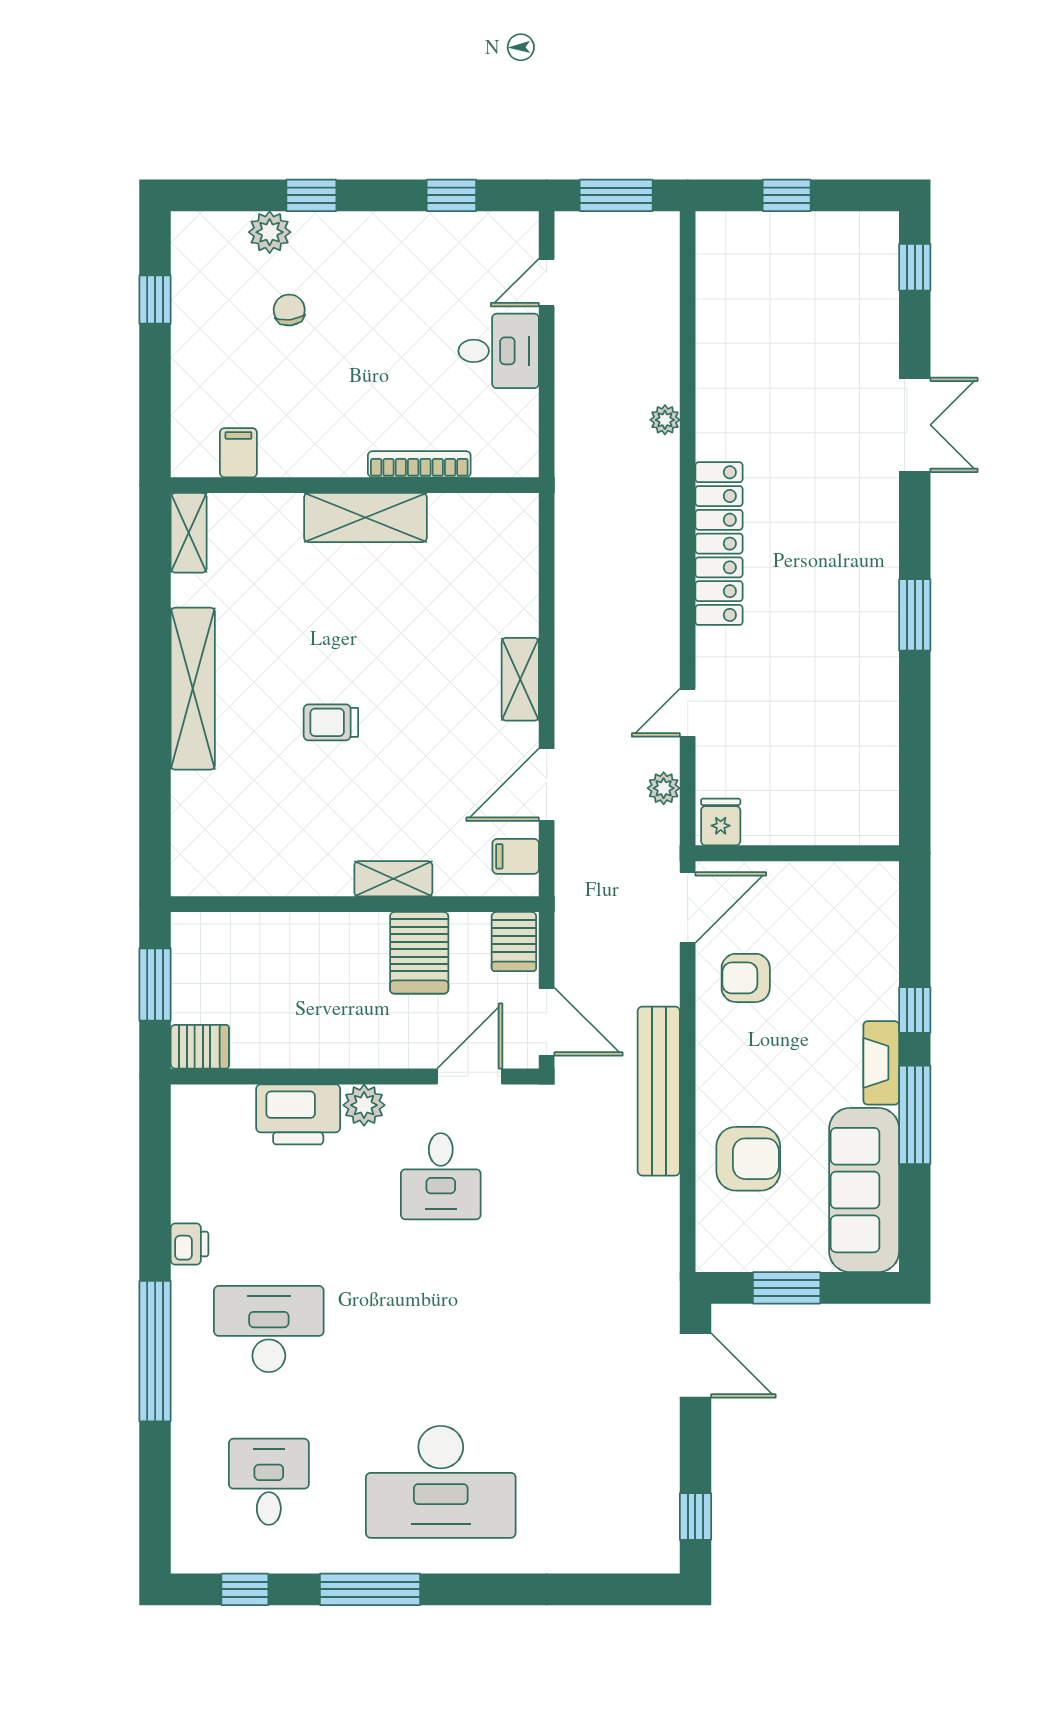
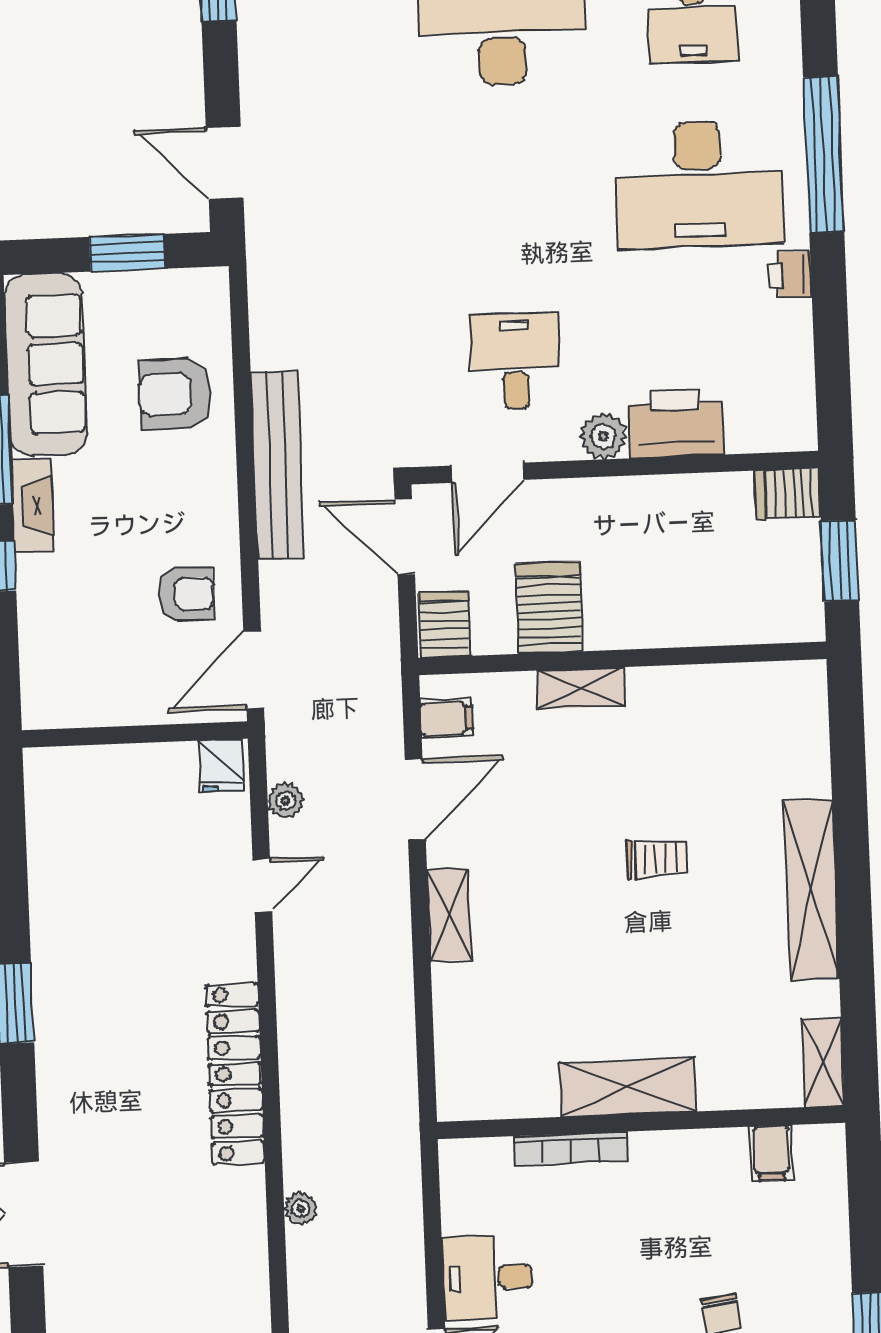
desk: (269, 1329) -> (699, 184), width x1.36, depth x1.30

